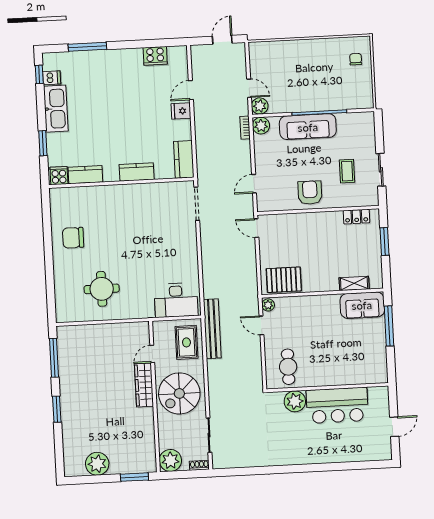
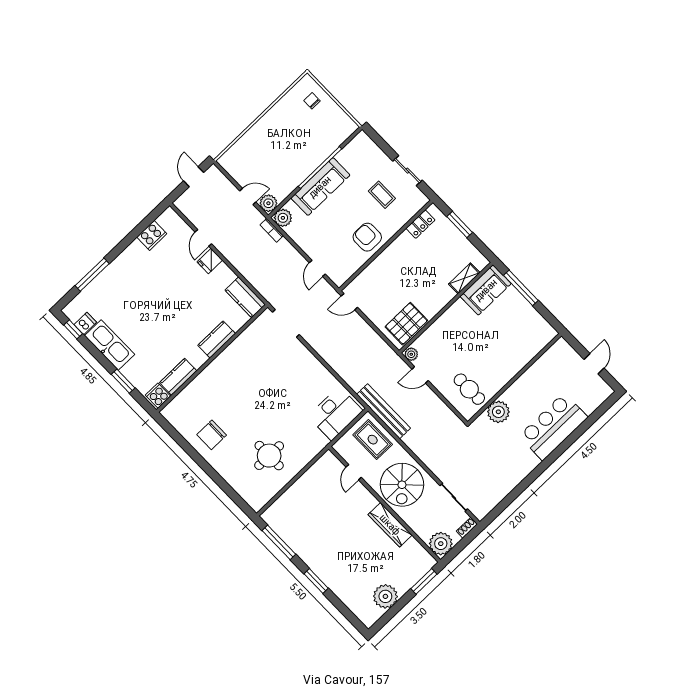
wardrobe: (144, 385) -> (390, 525), moved
bar counter: (337, 405) -> (553, 427), moved, turned 180

